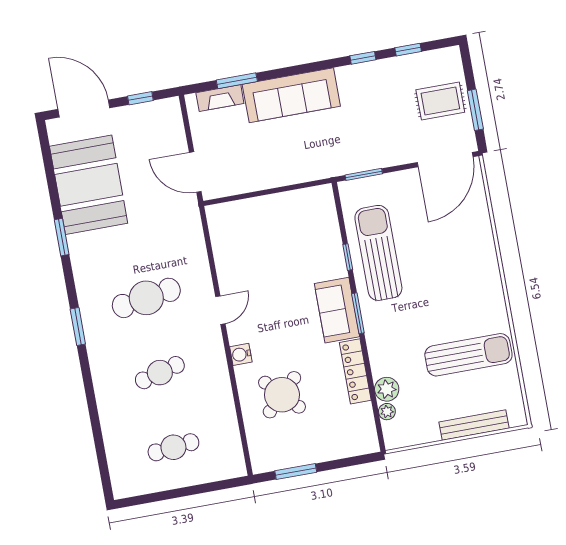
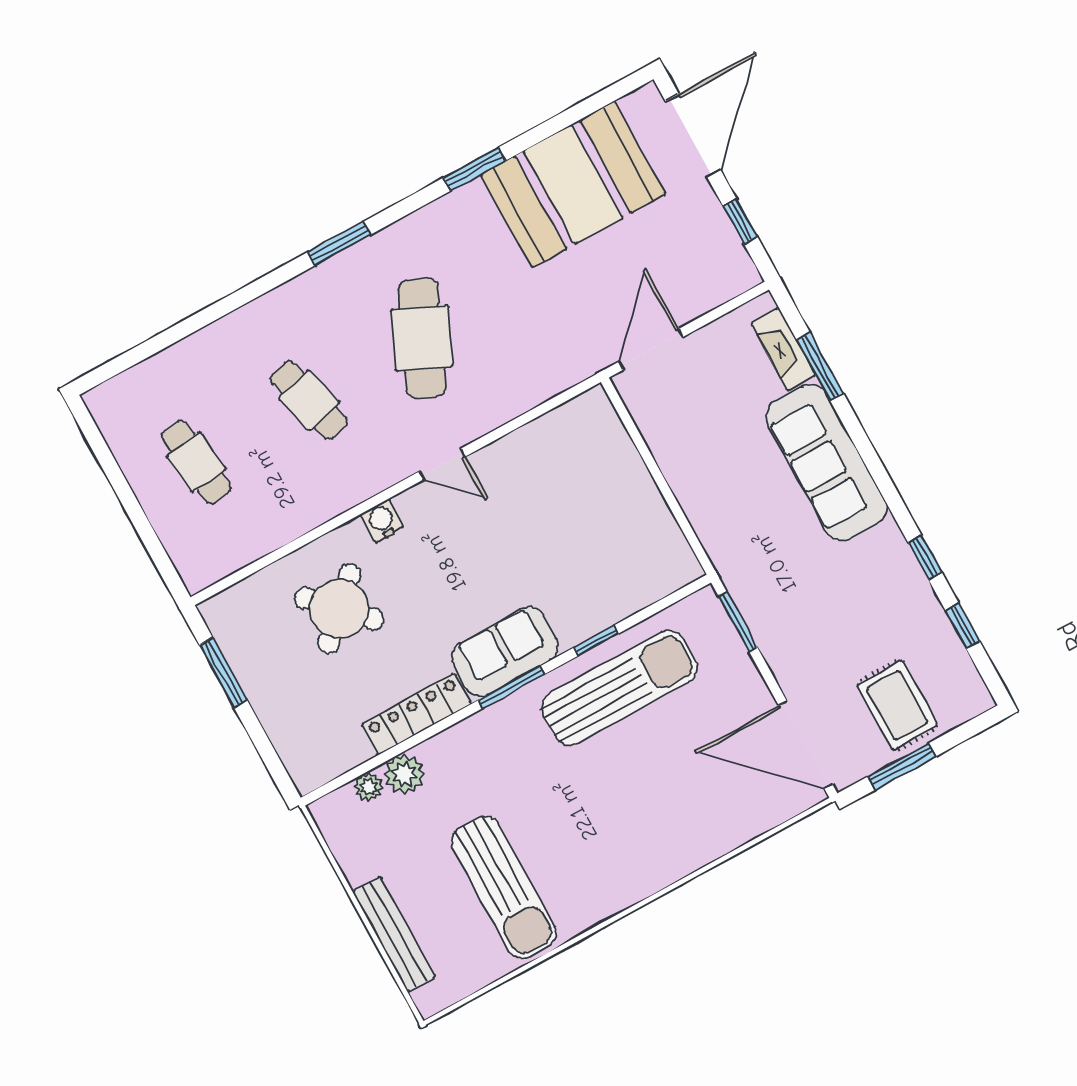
cafe table: (146, 298) -> (422, 338), turned 33

